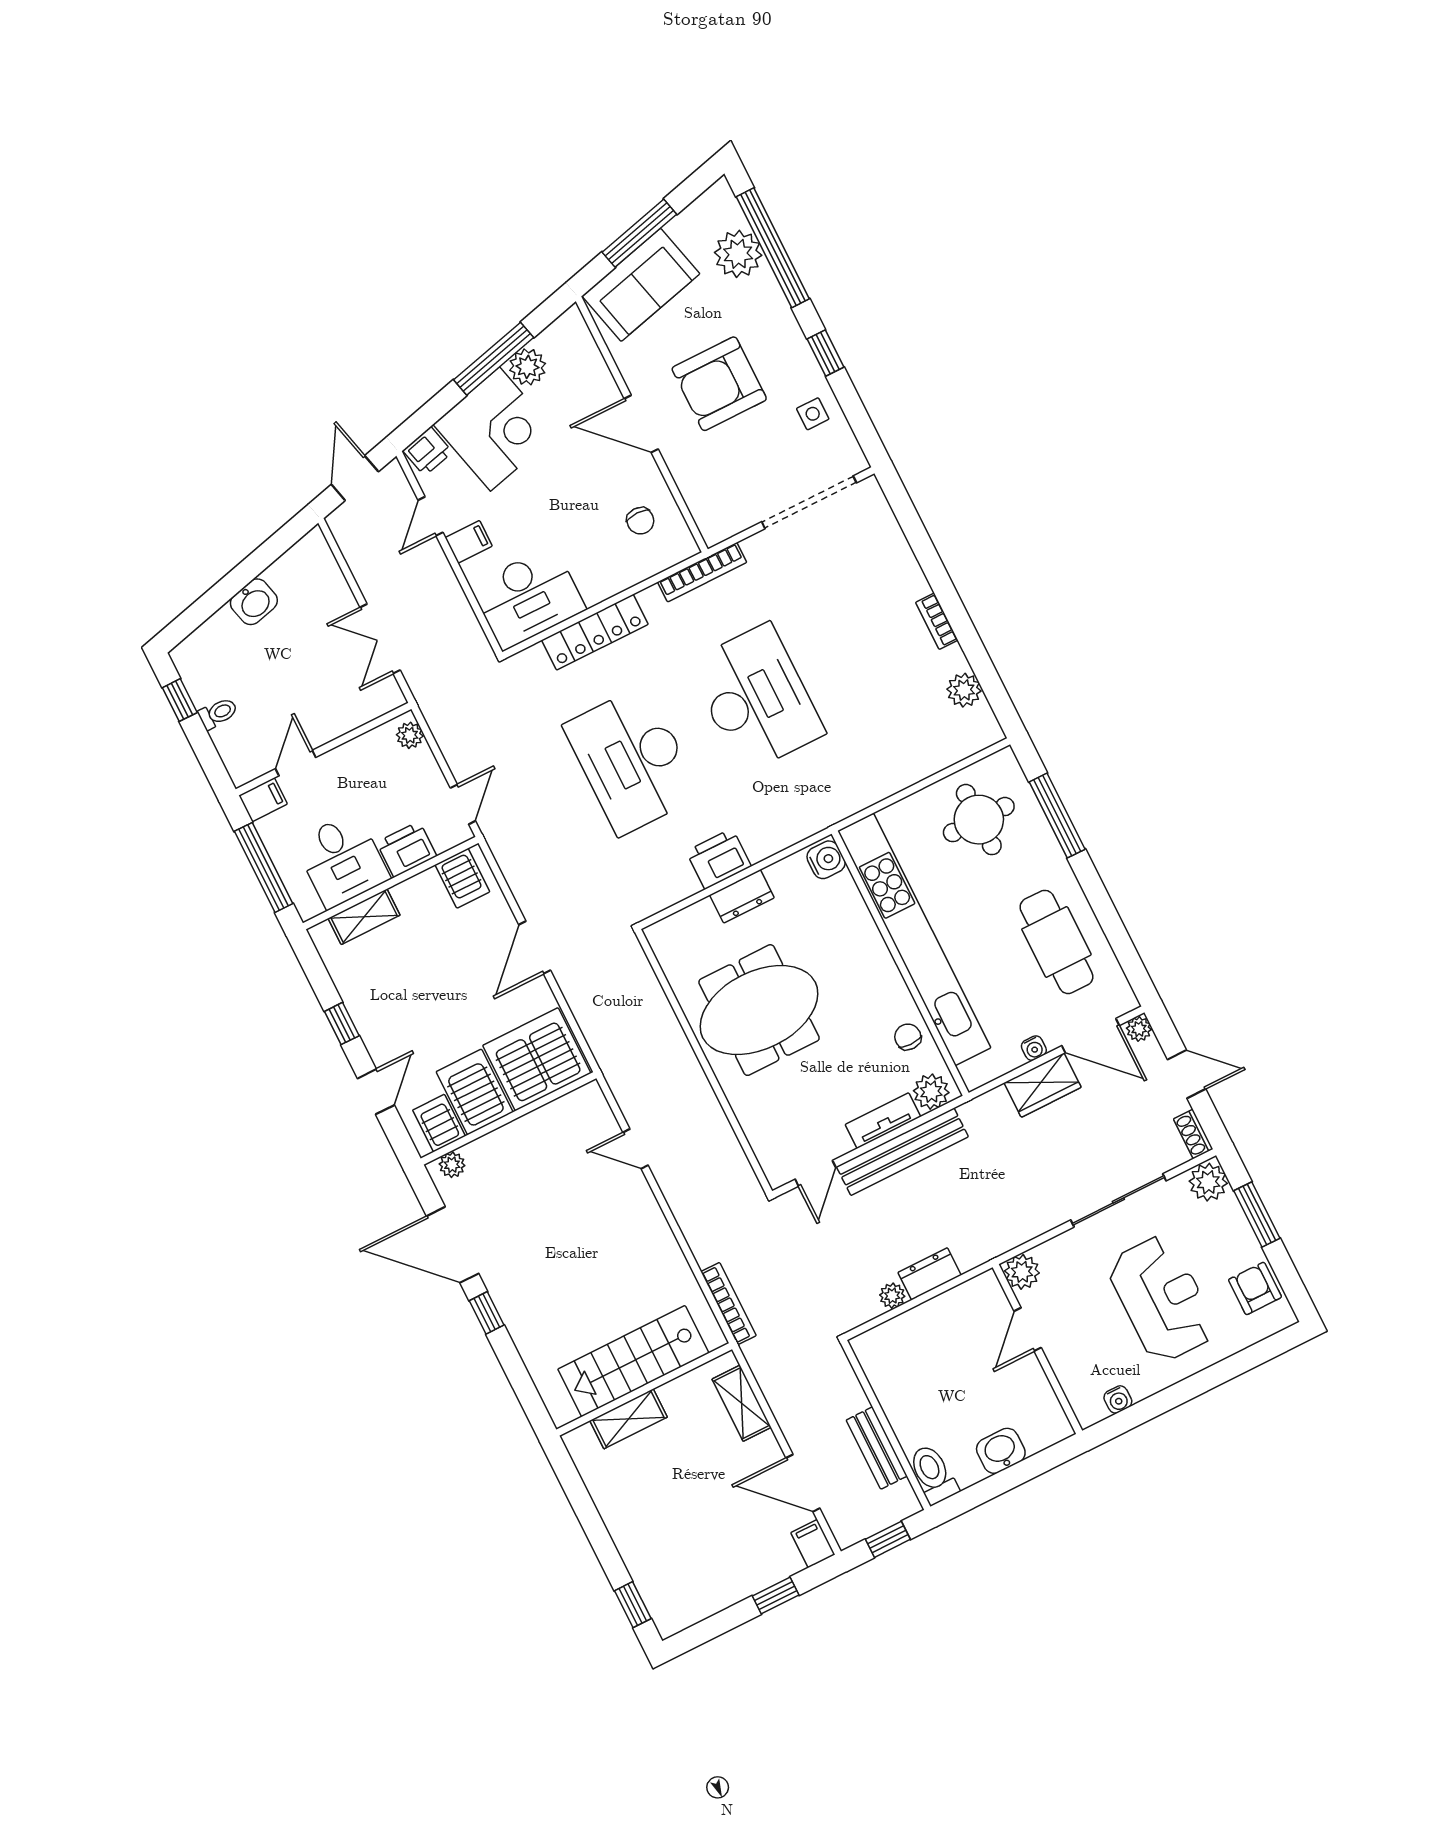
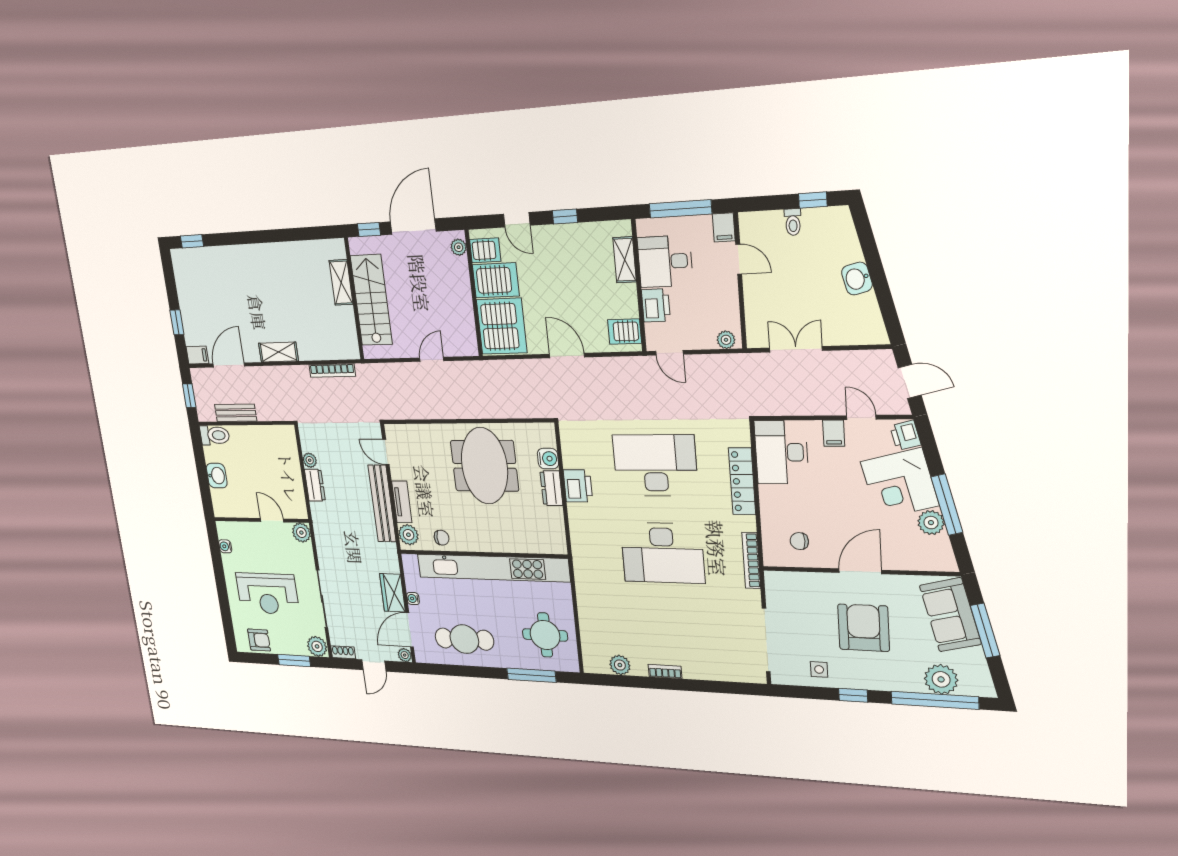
water cooler: (826, 860) -> (548, 459), moved, turned -90
stairs: (633, 1361) -> (371, 300), moved
wall: (644, 1389) -> (354, 299), moved
shelving: (628, 1419) -> (341, 282), moved

